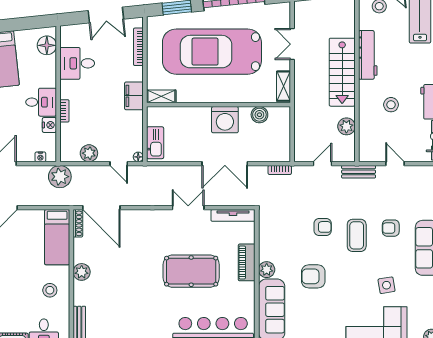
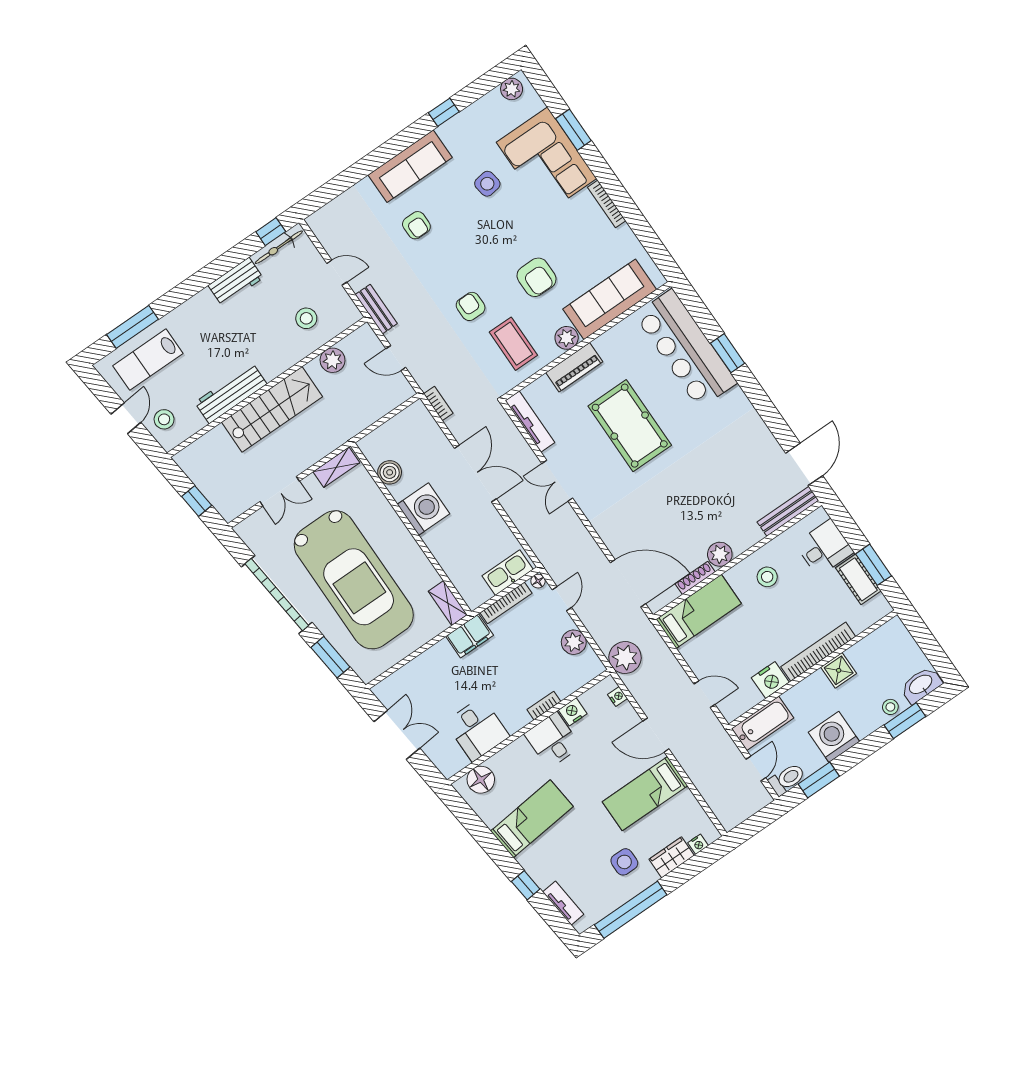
bookcase: (138, 47) -> (506, 603), moved
stool: (391, 105) -> (306, 318), moved
door: (395, 164) -> (337, 273), swing flipped
door: (101, 208) -> (628, 583), hinge flipped
shoe rack: (78, 223) -> (695, 578), moved
coffee table: (357, 235) -> (513, 344), moved, turned 90

